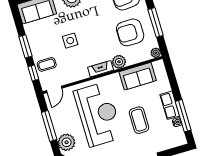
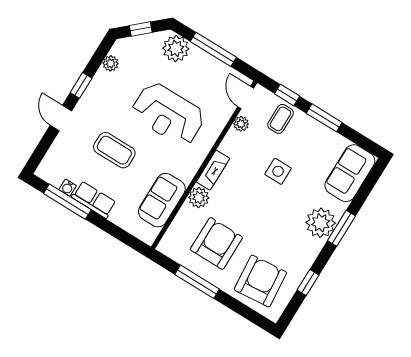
plant: (156, 53) -> (241, 124), moved
reception desk: (98, 114) -> (168, 114), width x0.74, depth x0.77

